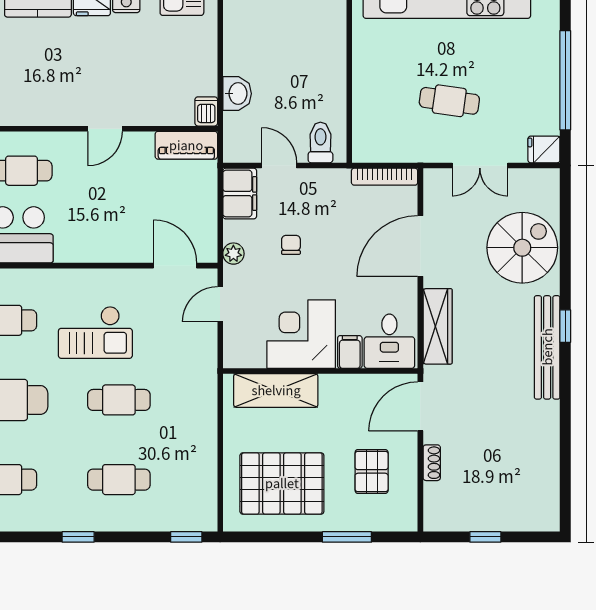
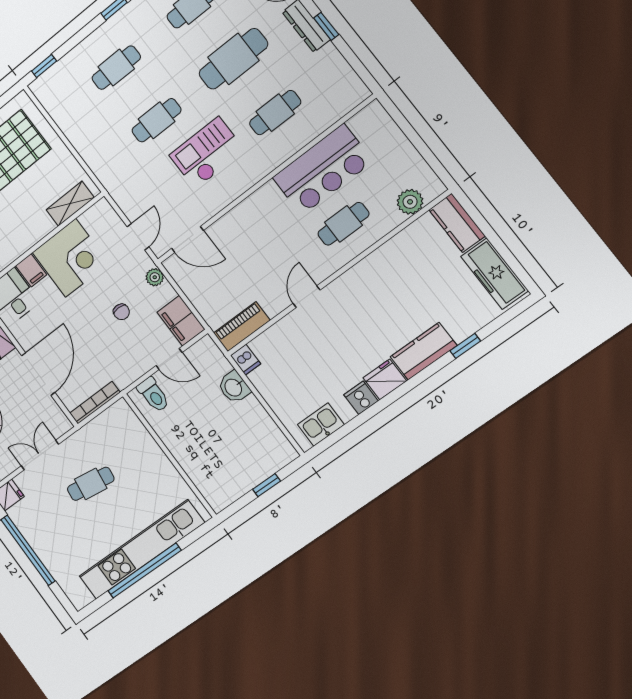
shelving: (276, 390) -> (70, 204), width x0.67, depth x0.75

